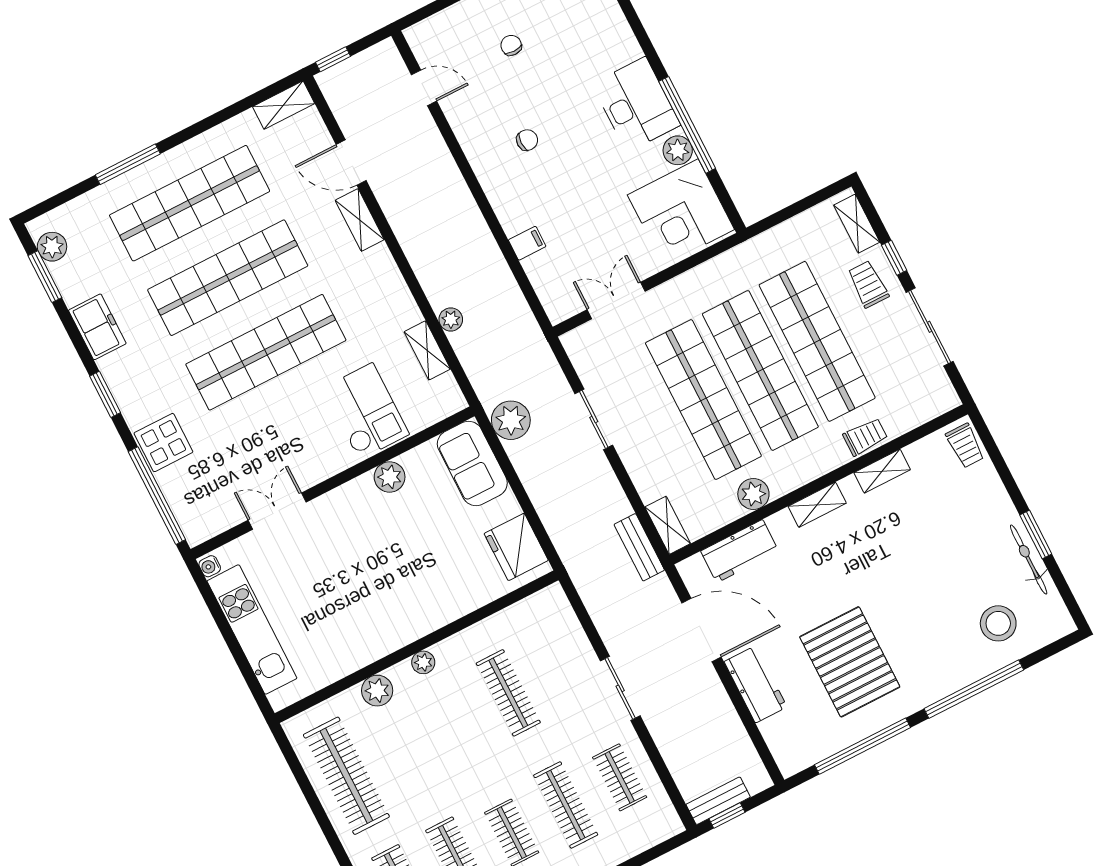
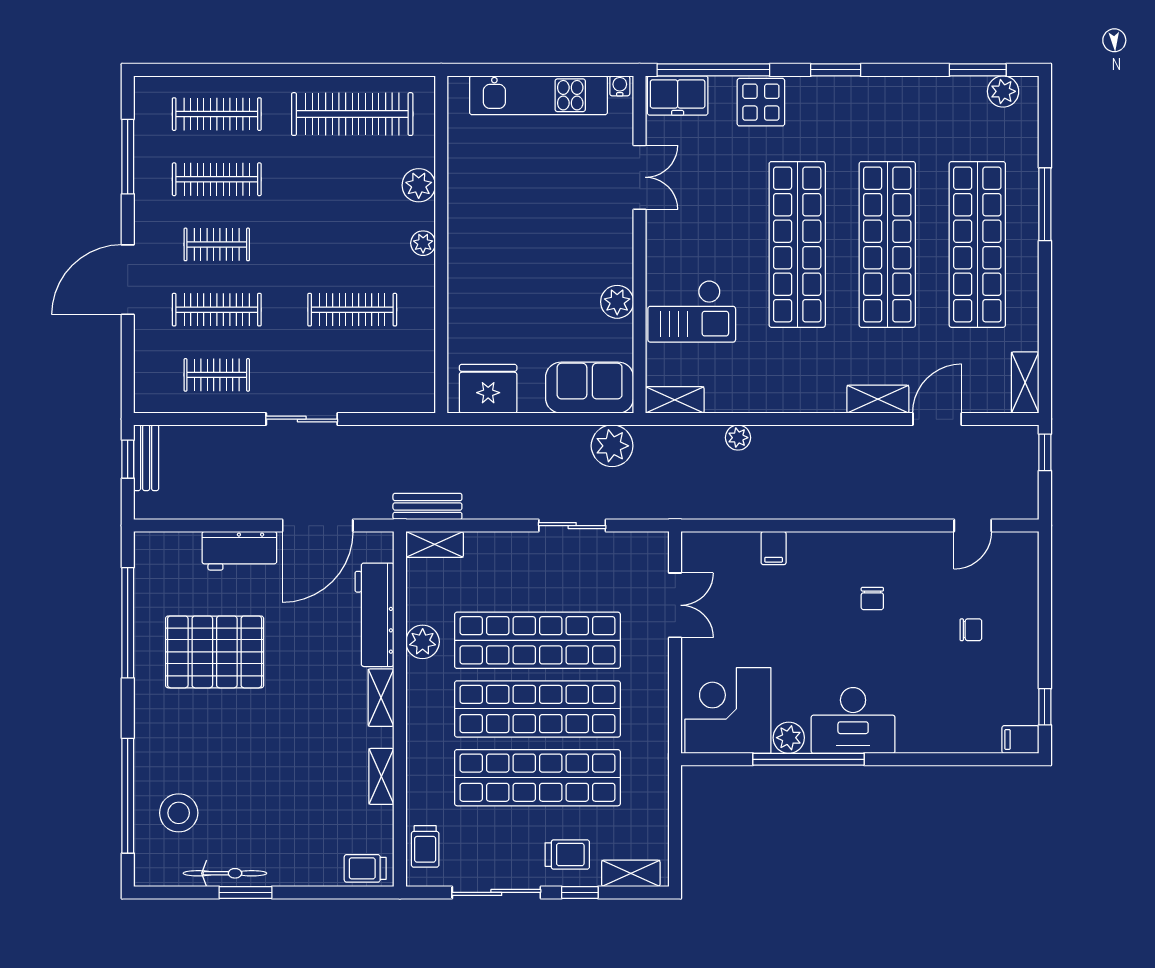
freezer: (97, 327) -> (678, 96), moved
shelving: (427, 350) -> (675, 400), moved
trolley: (865, 437) -> (425, 846), moved
workbench: (740, 551) -> (375, 615), width x1.38
window: (974, 689) -> (128, 796), moved

